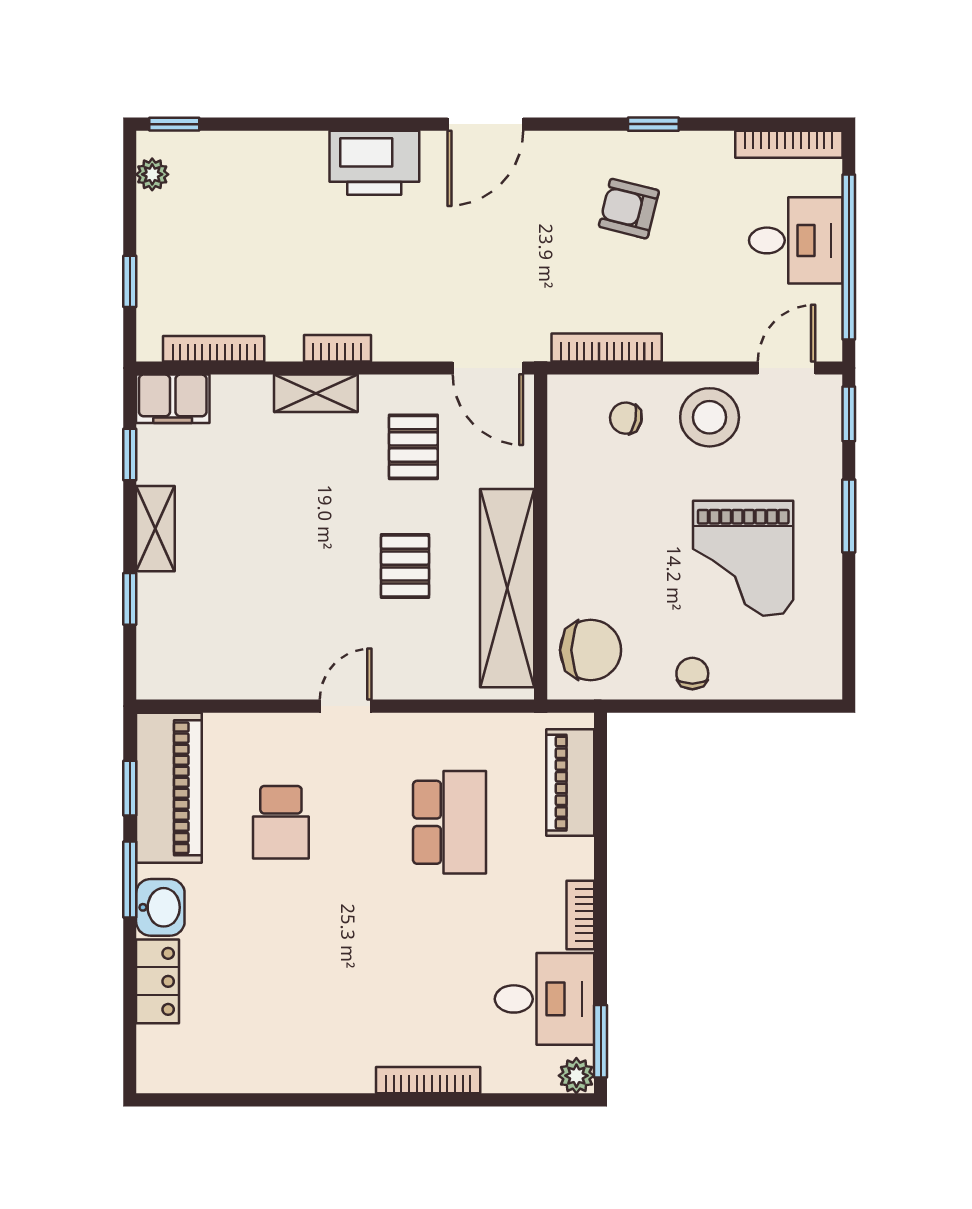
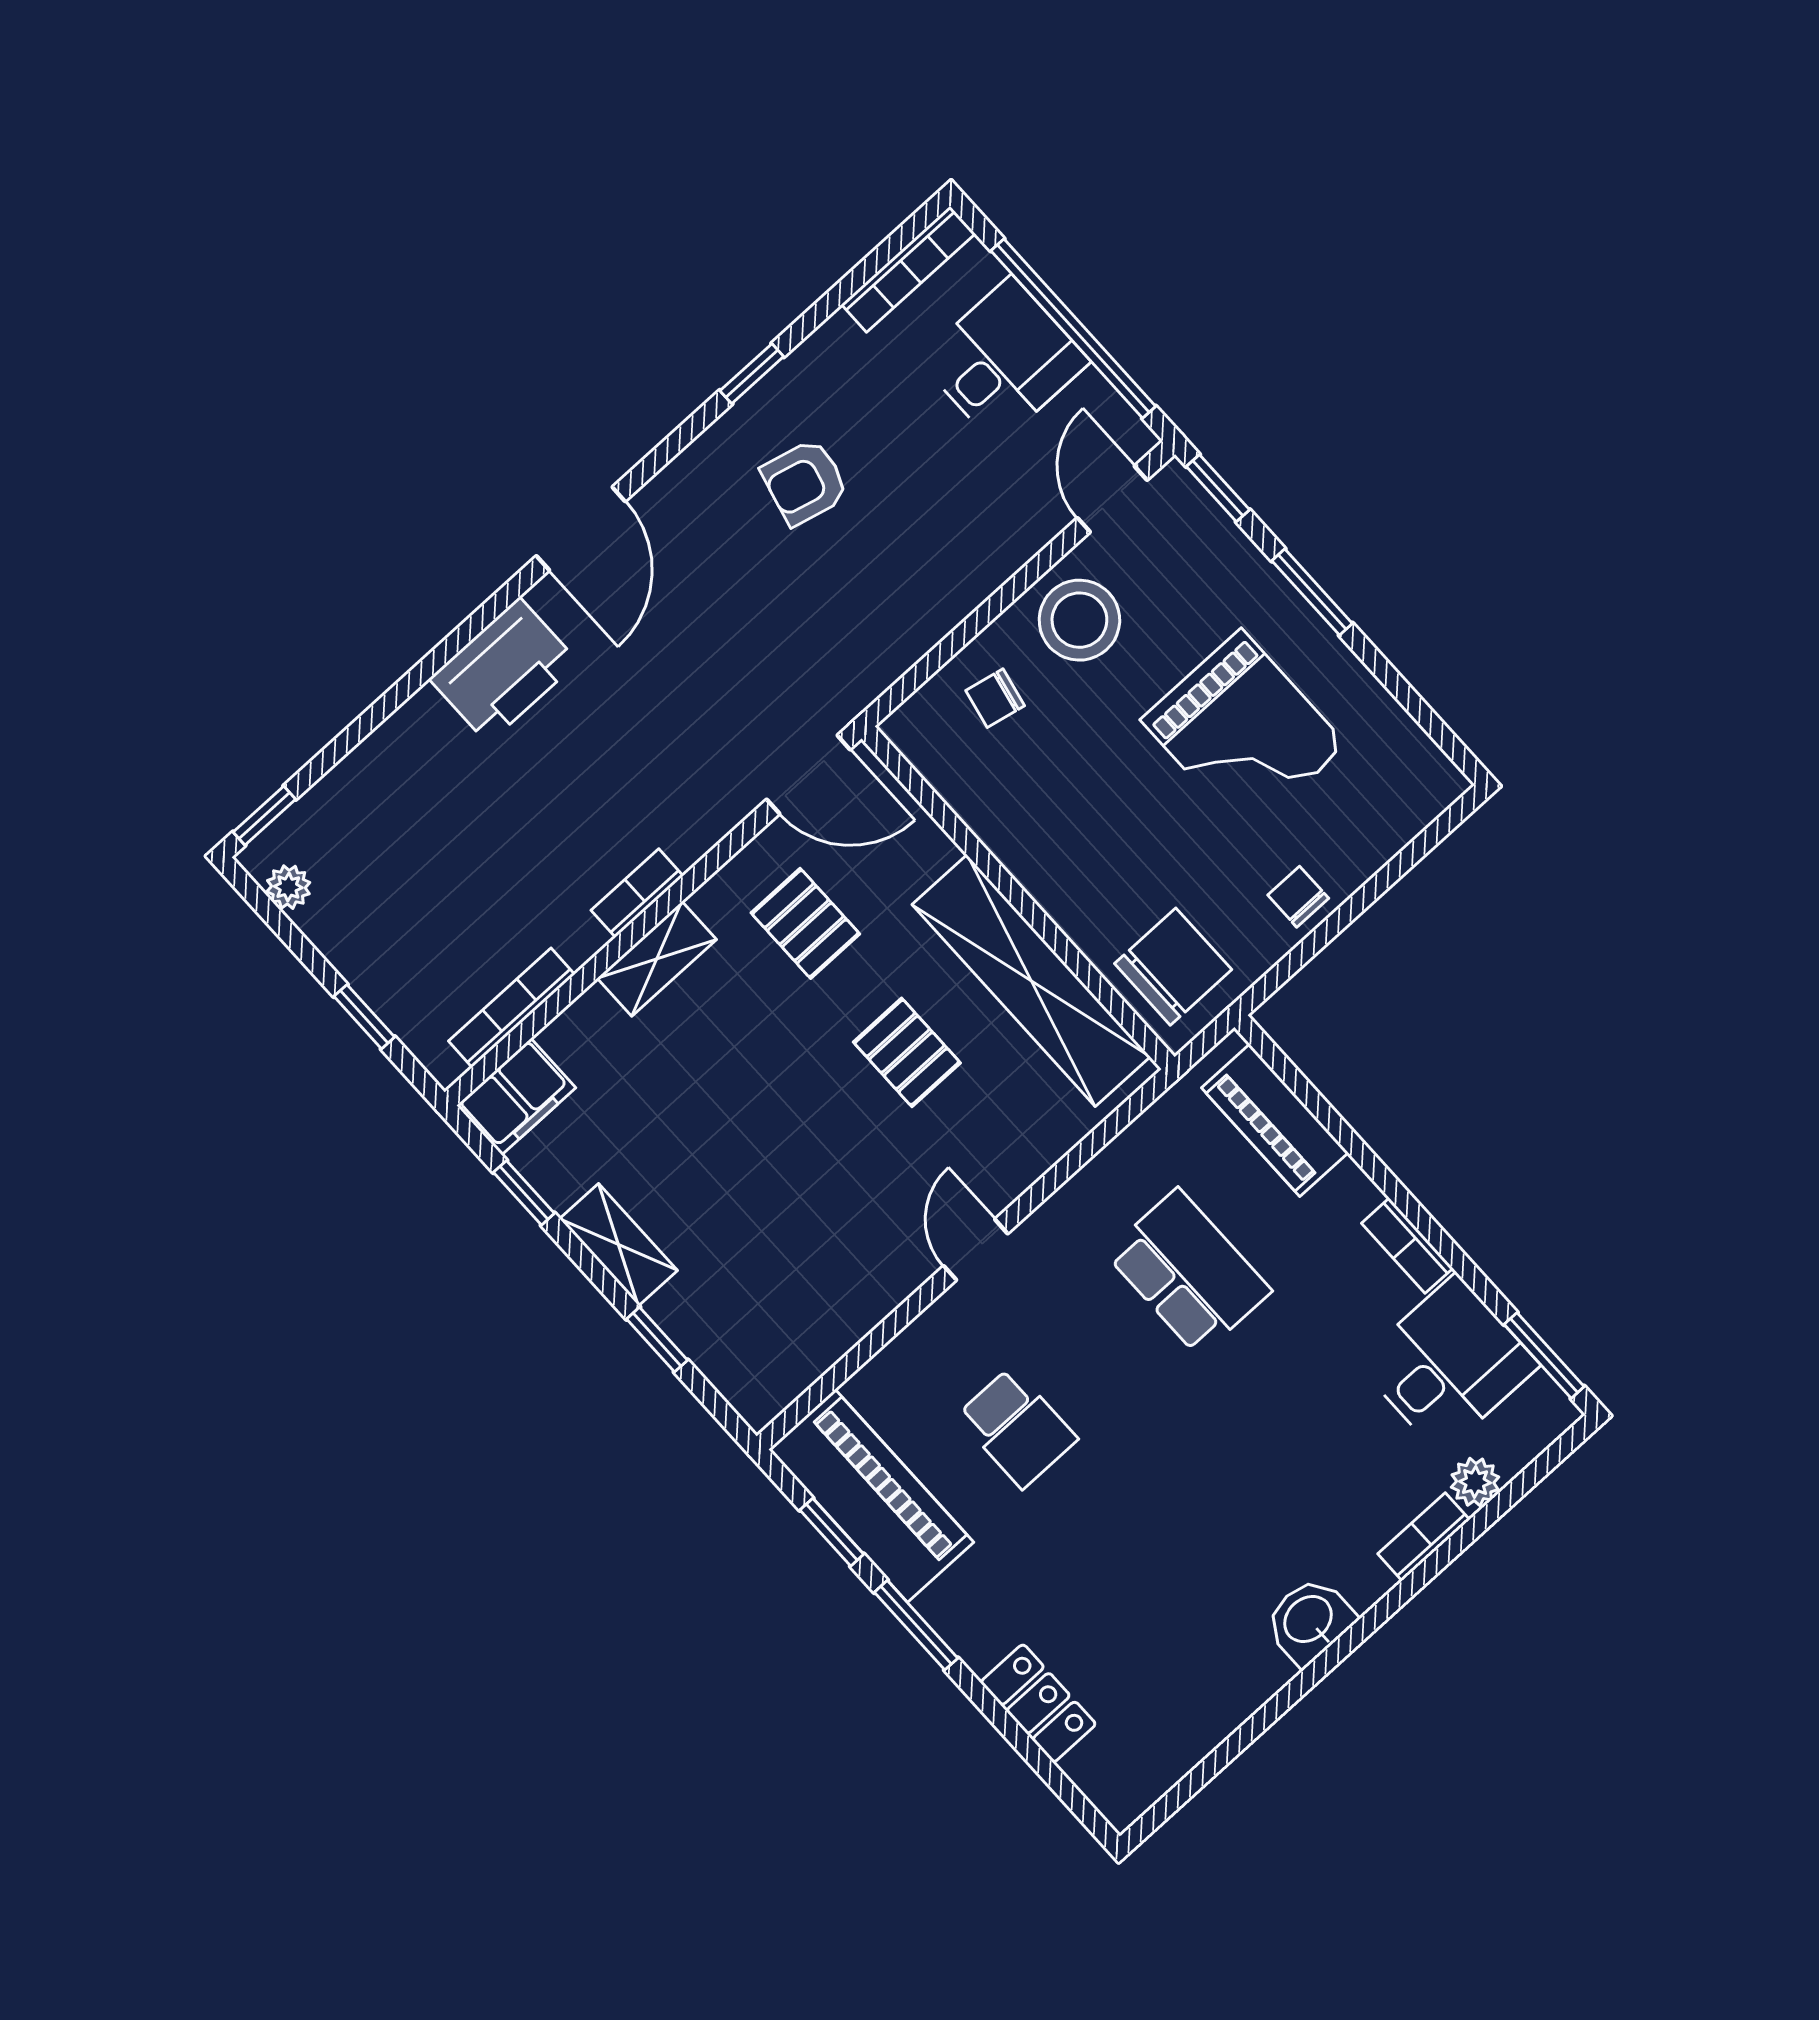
bookcase: (607, 348) -> (910, 644), removed
washbasin: (160, 907) -> (1309, 1620), moved, turned -90
plant: (576, 1076) -> (1475, 1482), moved
bookcase: (428, 1080) -> (1424, 1537), width x0.64

